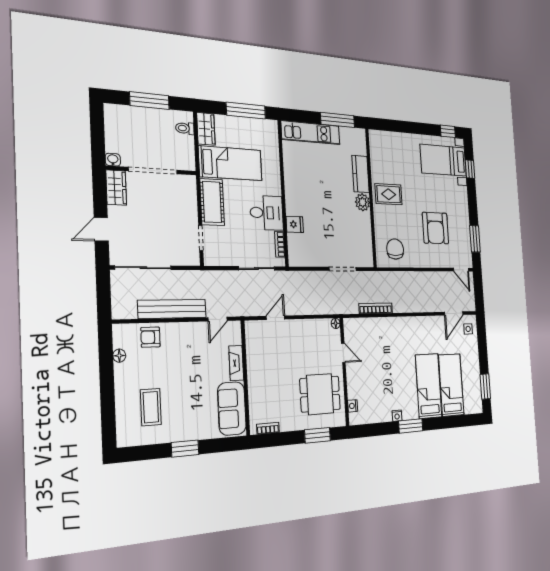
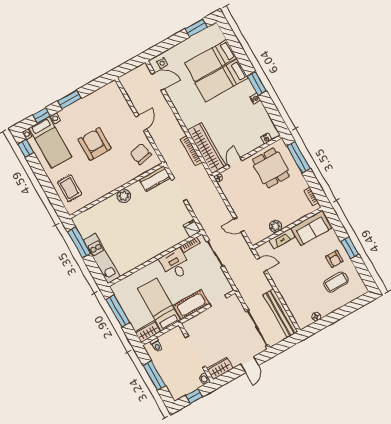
window: (98, 132) -> (194, 396), added
kitchen counter: (361, 174) -> (155, 179), moved
rug: (389, 194) -> (70, 188), moved
fridge: (295, 224) -> (191, 228), moved
armchair: (435, 228) -> (95, 144), moved, turned -90
door: (101, 229) -> (250, 365), hinge flipped
window: (475, 239) -> (69, 100), moved
chair: (395, 249) -> (141, 154), turned 78
door: (461, 270) -> (141, 123), moved
bench: (172, 309) -> (280, 313), moved
wardrobe: (371, 328) -> (207, 148), added
armchair: (150, 337) -> (334, 259), moved
plant: (254, 363) -> (276, 226), added
window: (317, 435) -> (298, 157), width x1.44

